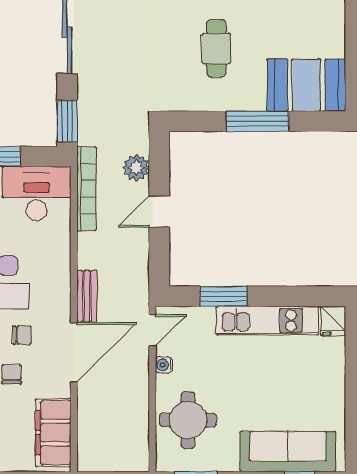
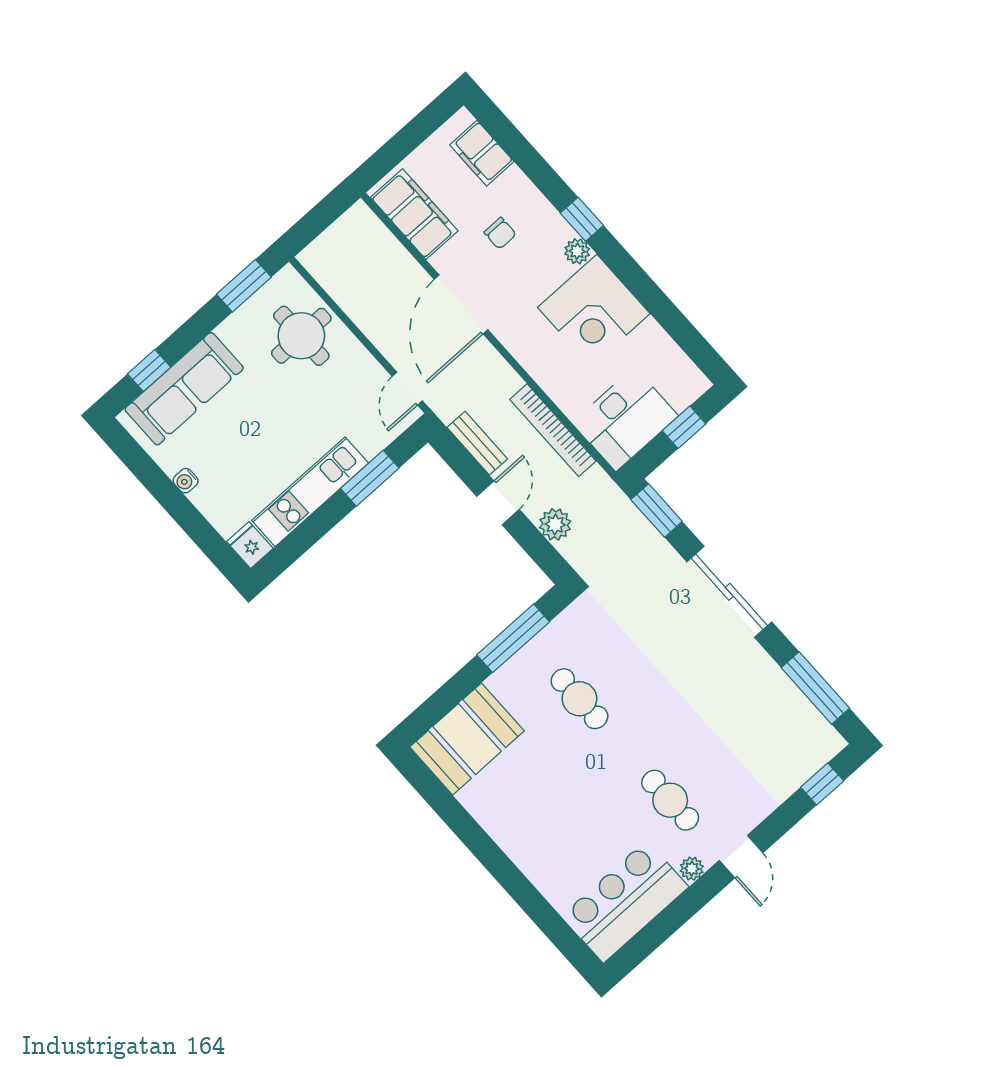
window: (258, 121) -> (513, 638), moved
bookcase: (86, 189) -> (553, 430), moved
bench: (87, 296) -> (477, 443), moved
chair: (22, 335) -> (523, 278), removed
water cooler: (164, 365) -> (186, 481), moved, turned 180

